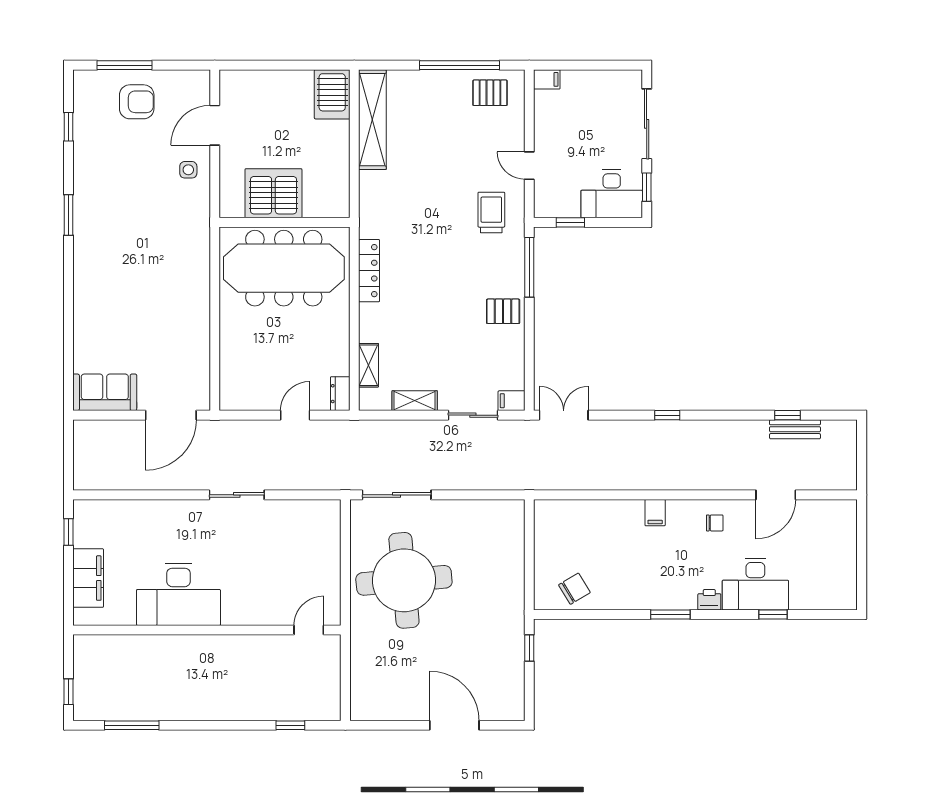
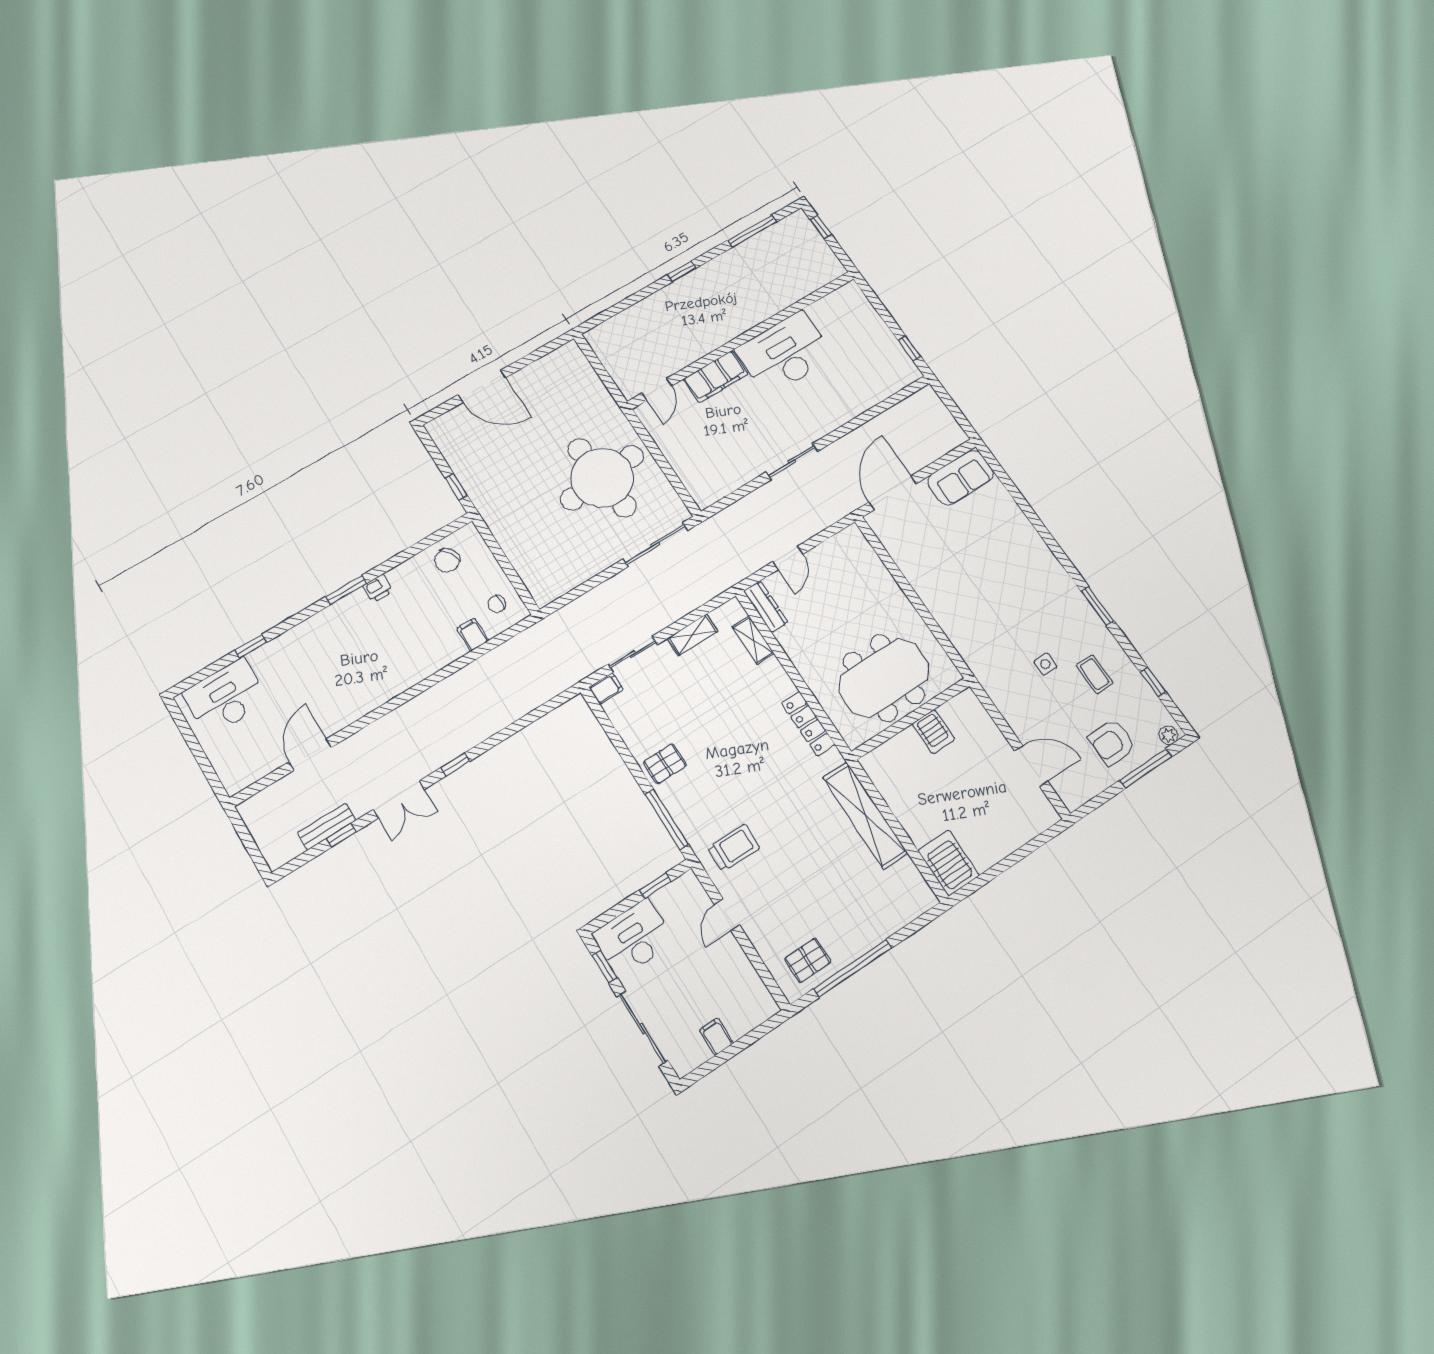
plant: (87, 78) -> (1168, 735), added
filing cabinet: (547, 79) -> (716, 1036), moved, turned 90
shelving: (372, 120) -> (865, 815), moved
door: (215, 125) -> (1031, 766), hinge flipped
coffee table: (111, 163) -> (1095, 674), added
door: (529, 166) -> (727, 915), swing flipped
side table: (188, 170) -> (1045, 664), moved
server rack: (273, 193) -> (934, 732), width x0.46, depth x0.70
trolley: (491, 213) -> (734, 848), turned -89
meeting table: (284, 268) -> (884, 678), width x0.73
dresser: (340, 394) -> (766, 607), width x1.44
double door: (564, 415) -> (399, 799), moved
filing cabinet: (655, 513) -> (473, 634), moved
chair: (715, 523) -> (497, 604), moved
filing cabinet: (88, 578) -> (716, 377), moved, turned -90
desk: (755, 584) -> (226, 697), moved
printer: (709, 600) -> (378, 588), moved
window: (290, 725) -> (682, 272), moved

